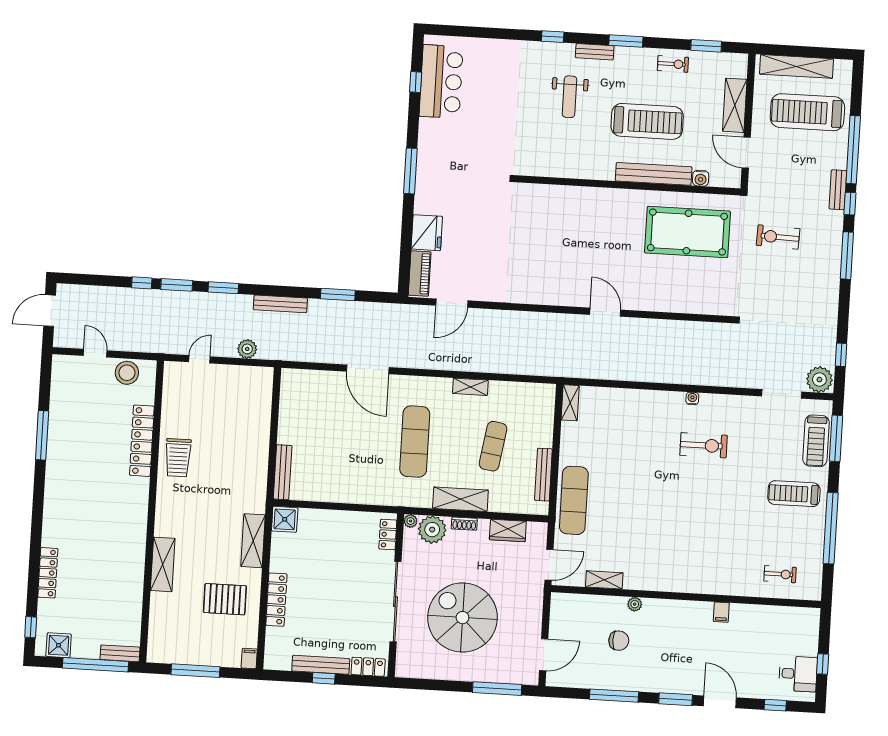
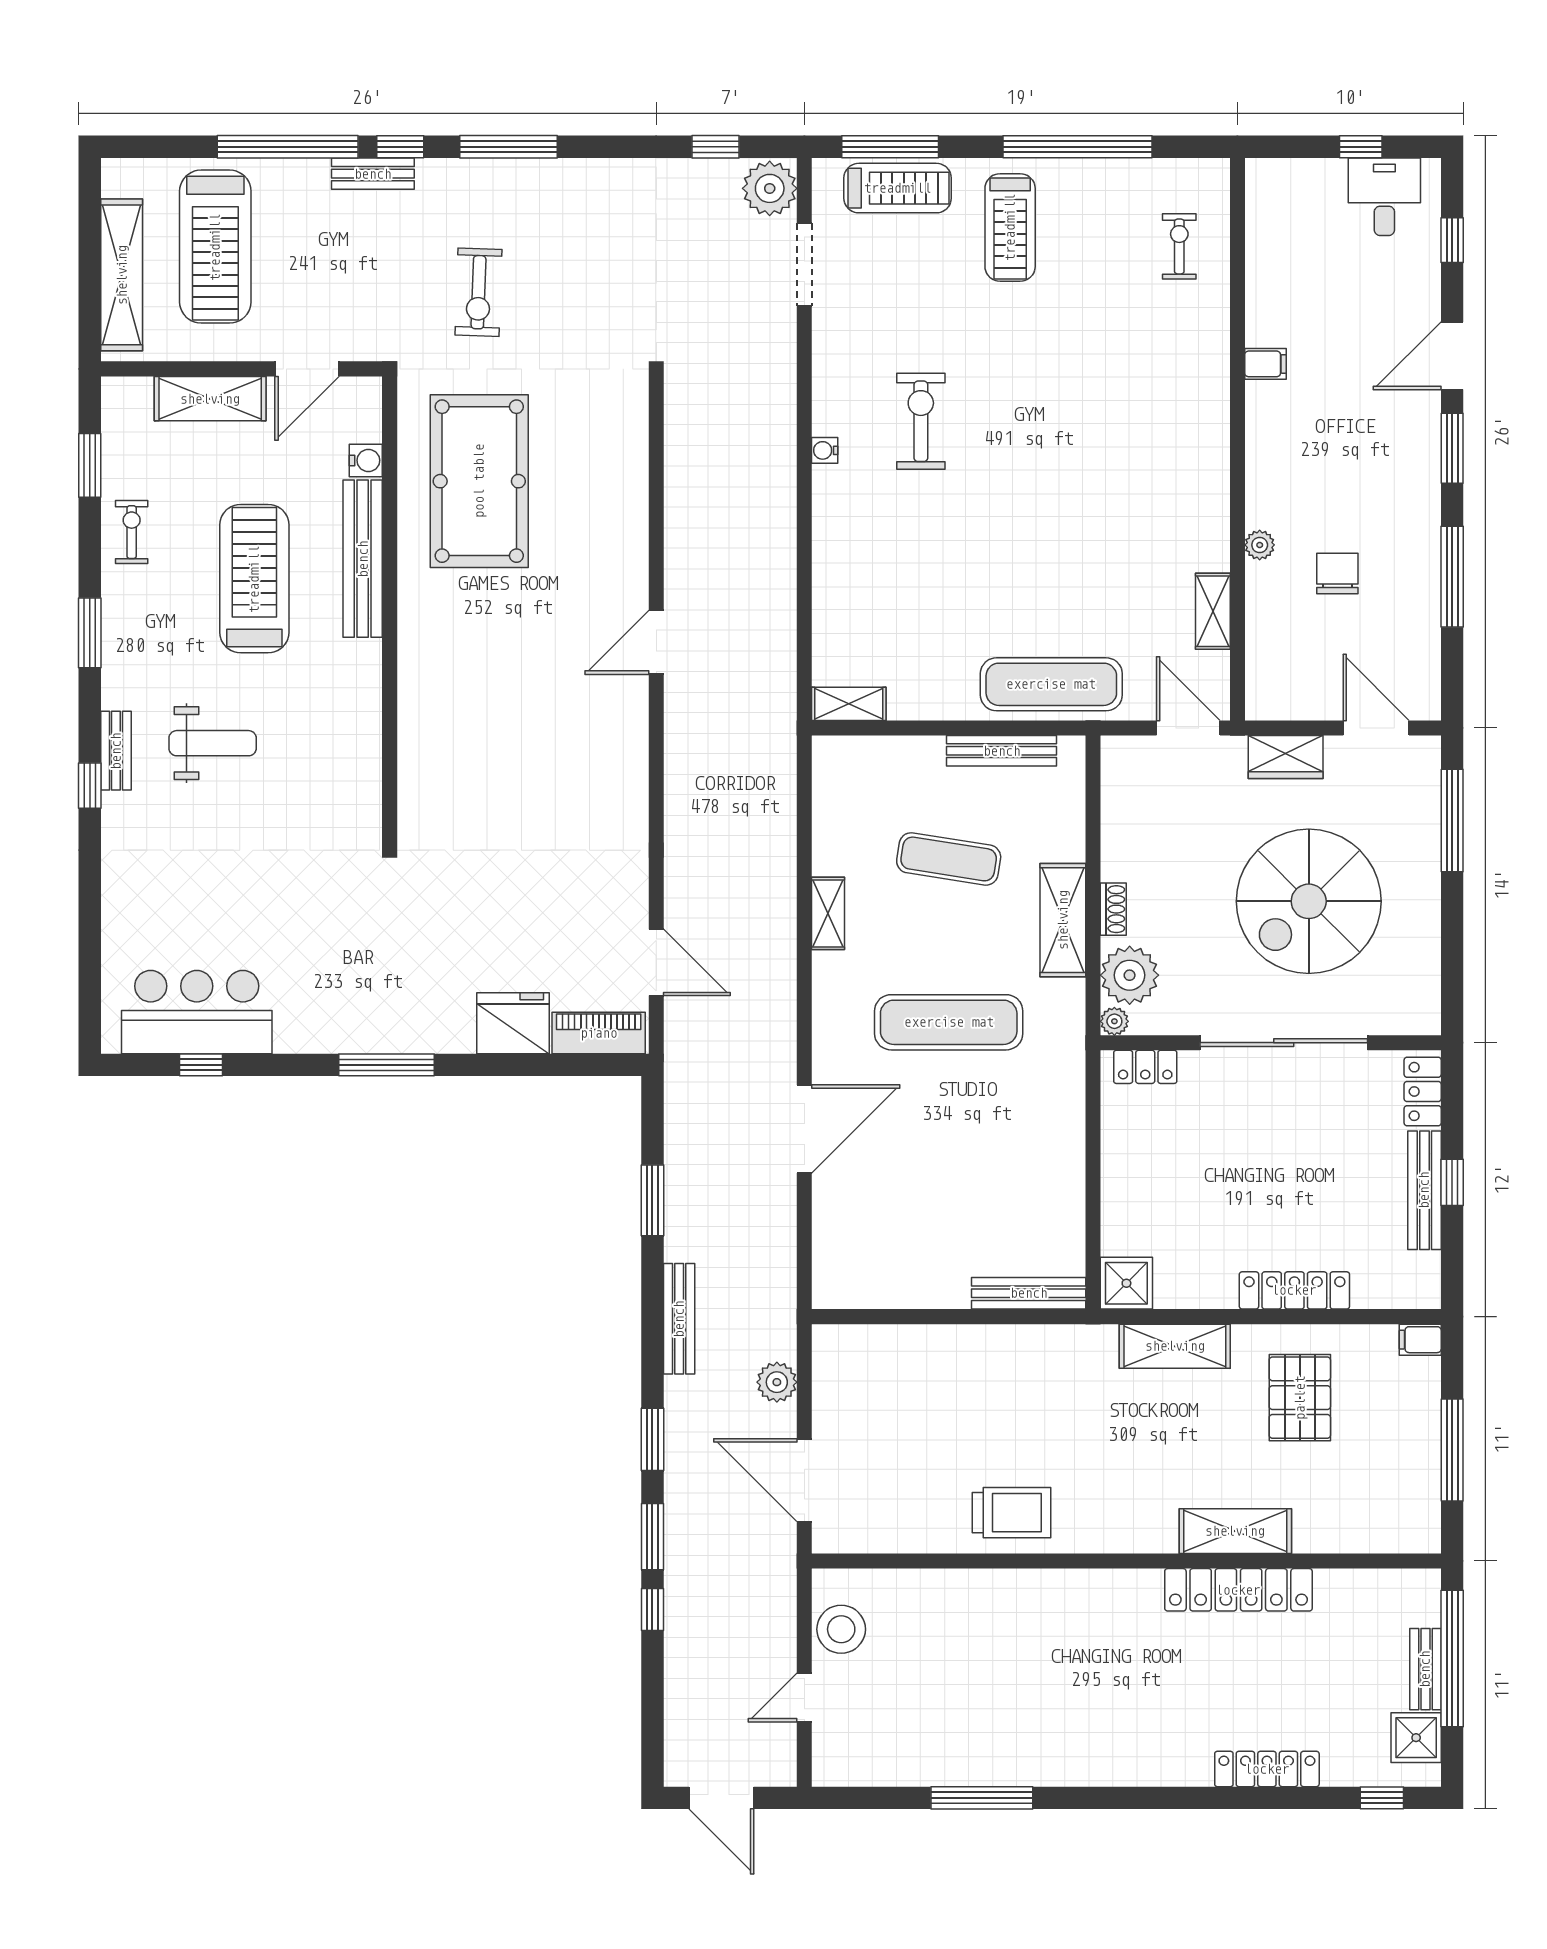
bench: (595, 52) -> (116, 751), moved
door: (199, 359) -> (804, 1480), width x1.88
locker: (142, 441) -> (1238, 1590), moved
wardrobe: (508, 530) -> (1286, 757), moved, turned 90
bench: (120, 653) -> (1425, 1669), moved

